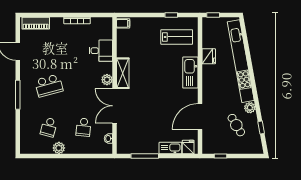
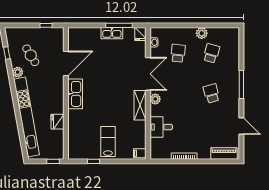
lab bench: (177, 37) -> (108, 142), moved, turned 90
kitchen sink: (190, 73) -> (75, 94), moved
school desk: (49, 86) -> (211, 93), width x0.54
fridge: (188, 147) -> (140, 34), moved
kitchen sink: (170, 148) -> (112, 33), moved

